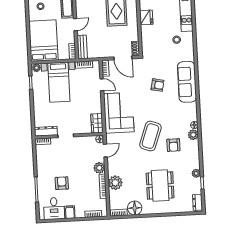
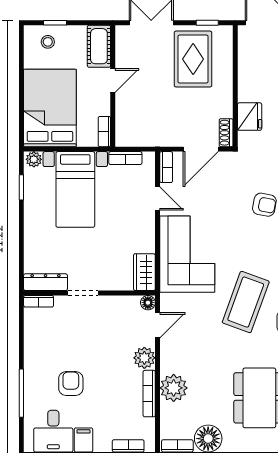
fridge: (146, 17) -> (250, 117), moved
bench: (82, 47) -> (124, 124), removed
door: (123, 58) -> (201, 149), hinge flipped

